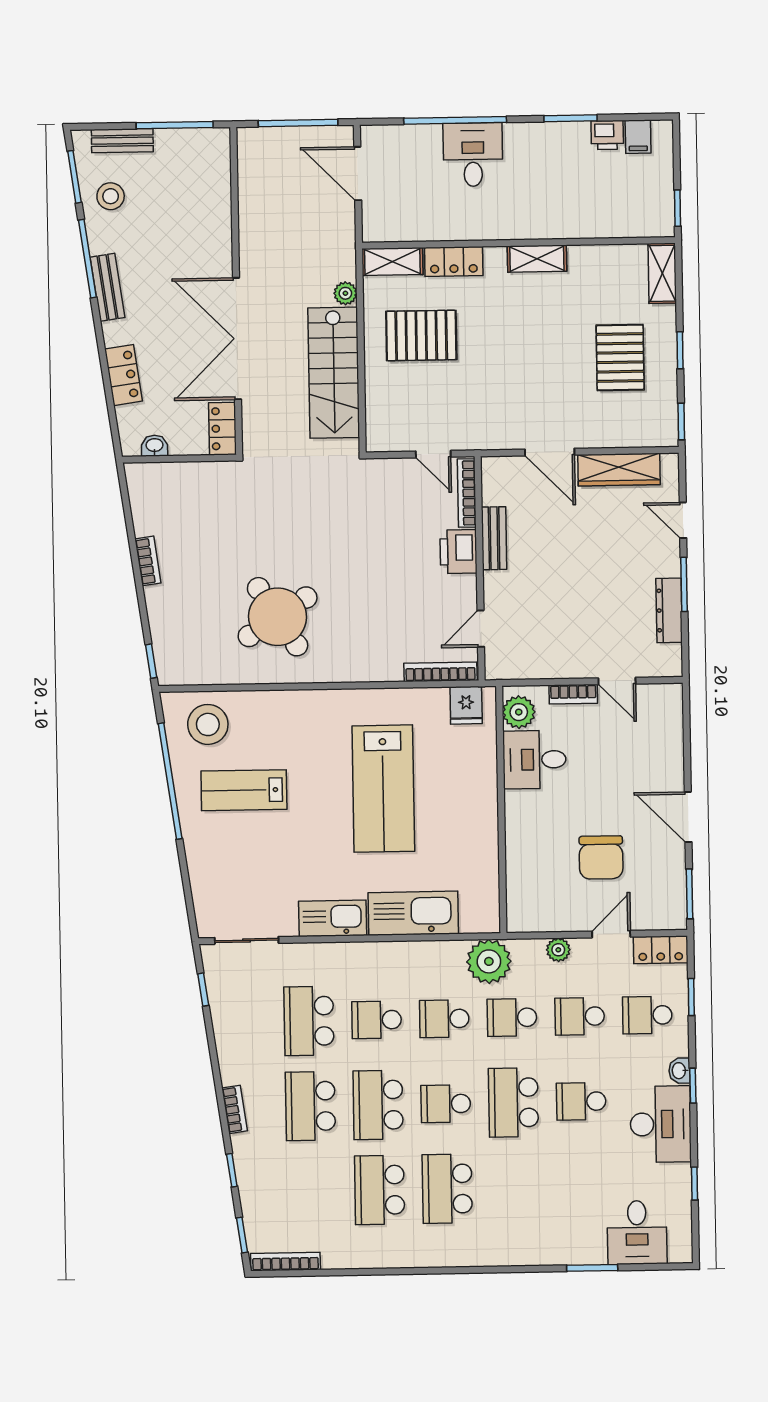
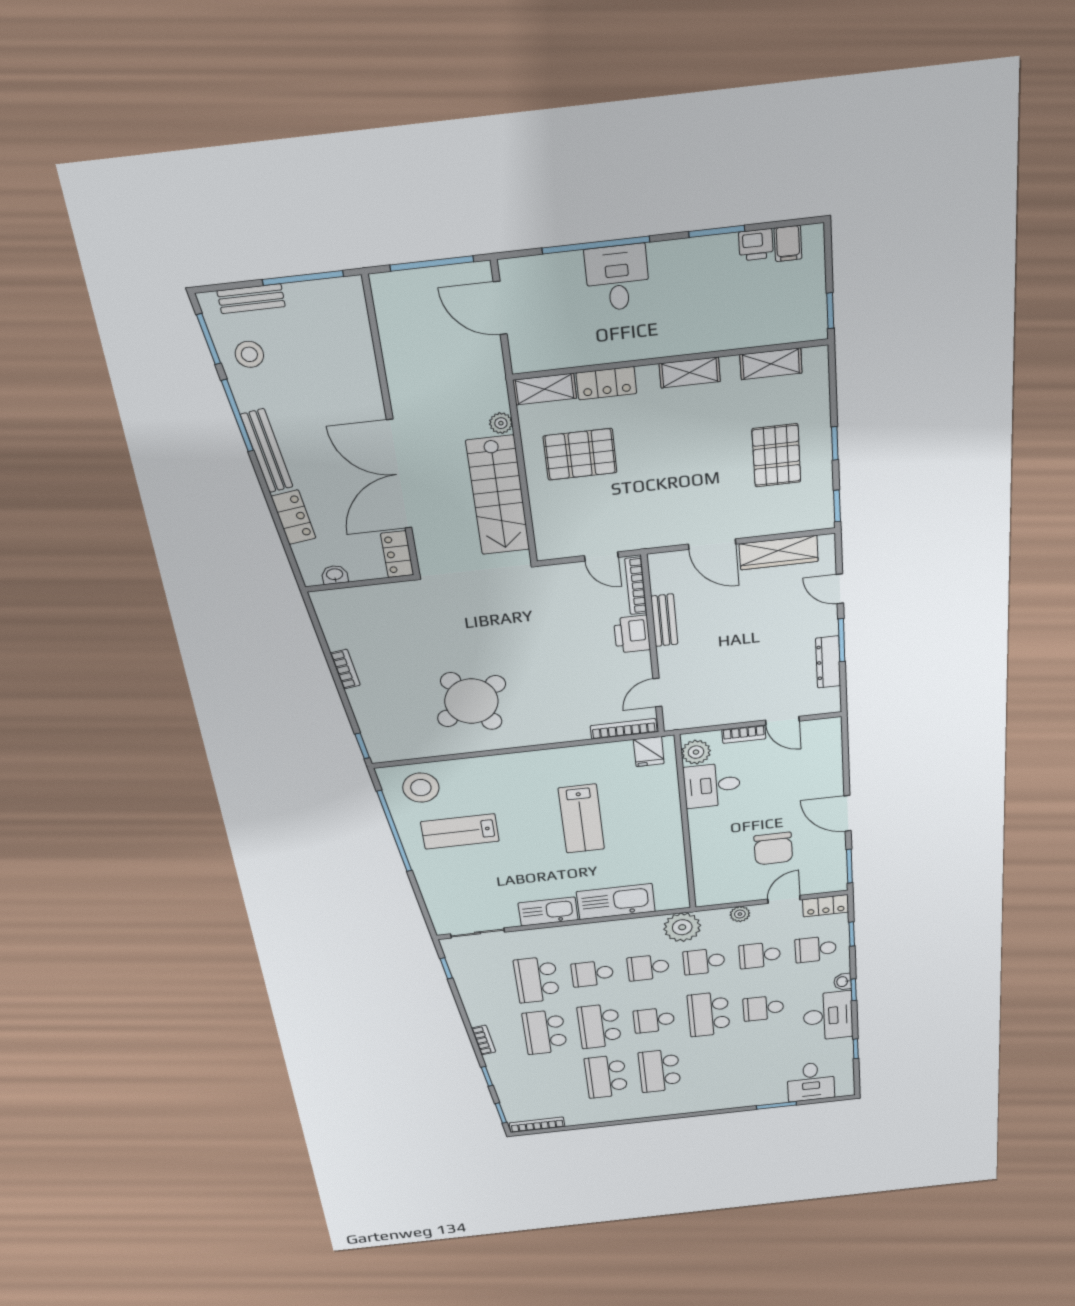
shelving: (662, 273) -> (771, 364), moved, turned 90
bench: (107, 287) -> (267, 451), width x1.36
lab bench: (383, 789) -> (581, 819), width x0.73, depth x0.72

